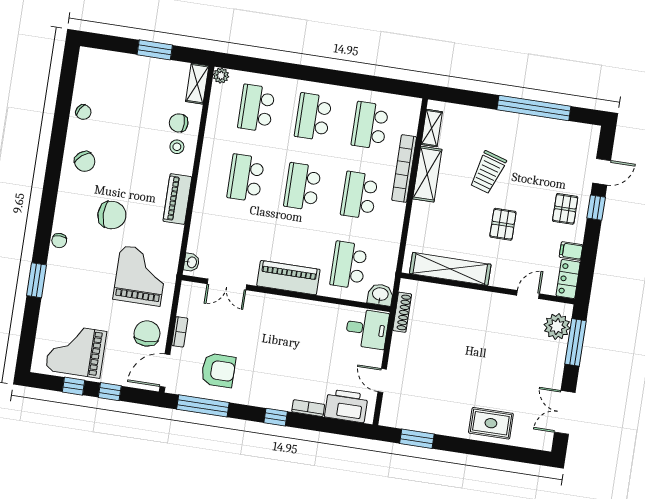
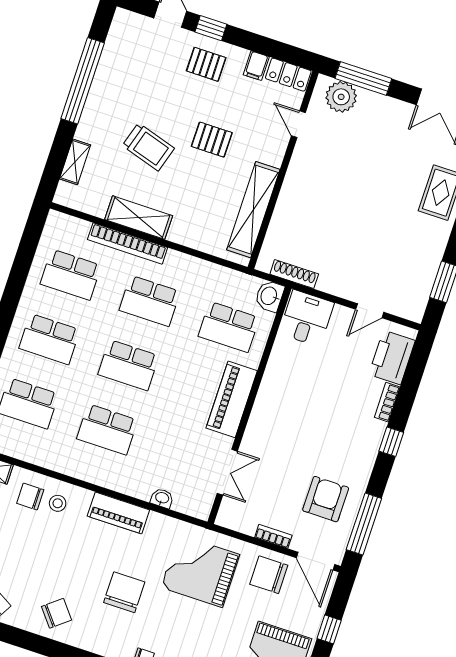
chair: (179, 123) -> (30, 497), turned 90
shelving: (432, 128) -> (75, 162), moved, turned 90
washbasin: (191, 262) -> (162, 498), moved

